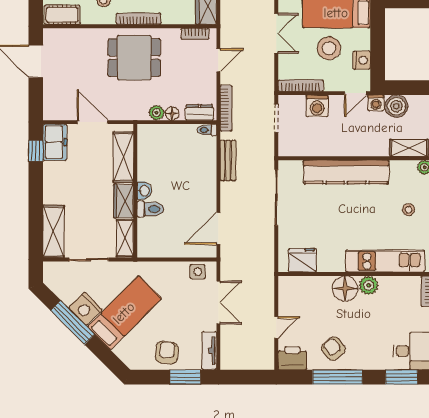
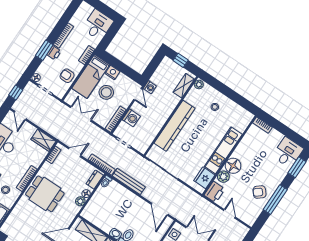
dining table: (134, 58) -> (45, 194), turned 90
door: (218, 60) -> (75, 152), hinge flipped
nightstand: (362, 60) -> (112, 72), moved
boiler: (396, 106) -> (158, 78), removed
bench: (228, 161) -> (129, 181), width x1.36
kitchen unit: (385, 261) -> (223, 150), moved
plant: (369, 285) -> (223, 177), moved
printer: (292, 358) -> (215, 192), moved, turned 180

